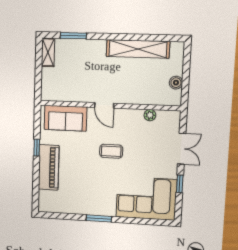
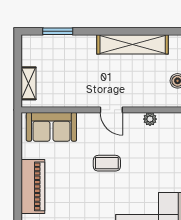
shelving: (48, 52) -> (28, 83), moved
door: (104, 105) -> (111, 110), moved
window: (37, 147) -> (18, 163), removed

